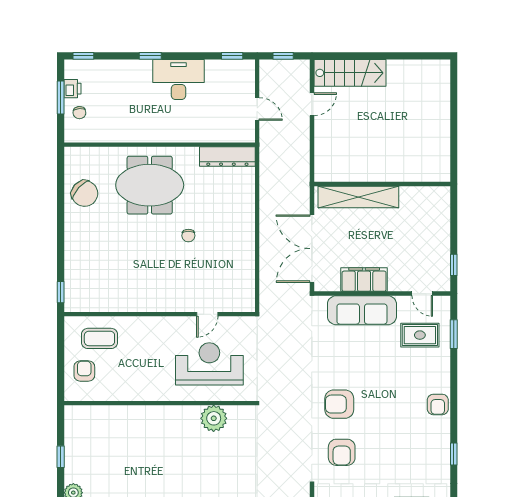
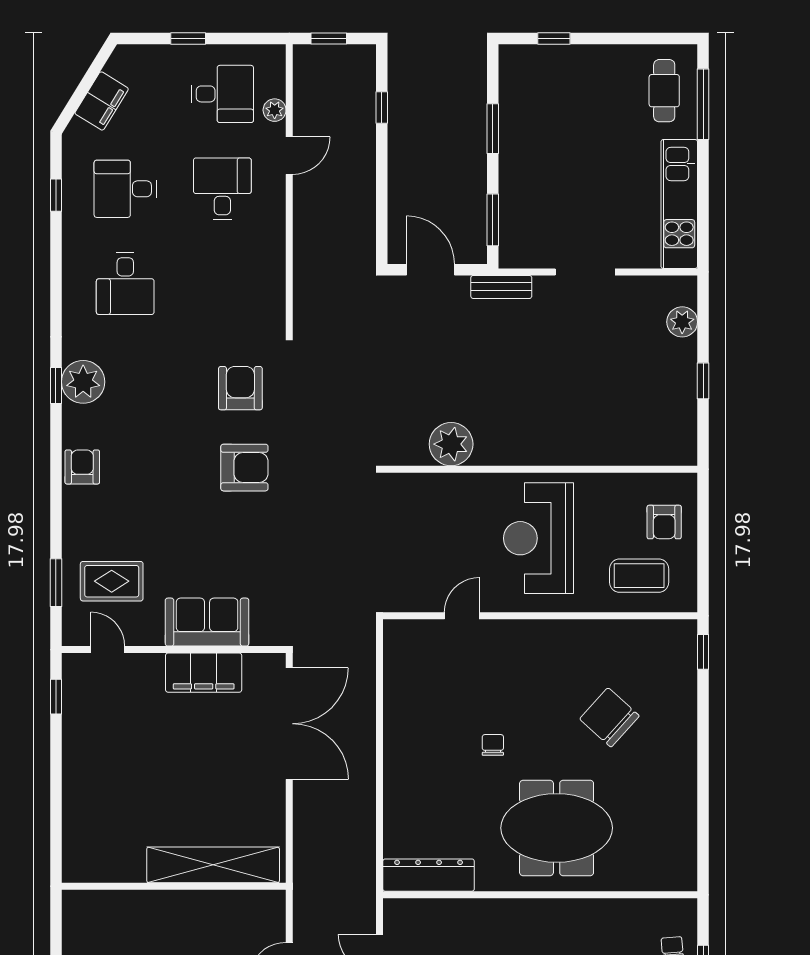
wall: (382, 184) -> (174, 886), moved
chair: (85, 193) -> (609, 717), moved
shelving: (358, 197) -> (213, 865), moved
sofa: (362, 310) -> (207, 622), width x0.73
reception desk: (209, 364) -> (538, 538), moved, turned 90
plant: (437, 456) -> (83, 382), added

